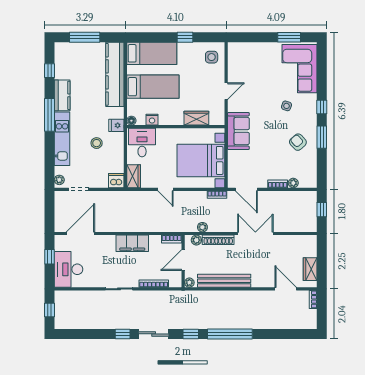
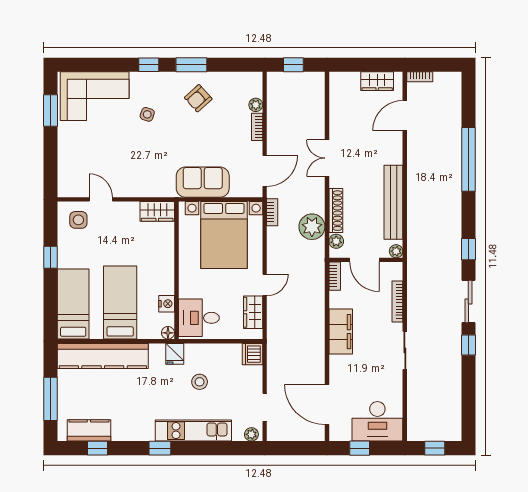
door: (226, 91) -> (101, 199), moved
kitchen counter: (62, 95) -> (89, 430), moved
window: (49, 115) -> (160, 448), width x0.46
wardrobe: (196, 118) -> (157, 211), moved, turned -90
sofa: (238, 131) -> (203, 182), moved
wardrobe: (134, 176) -> (253, 312), moved, turned -90
plant: (202, 227) -> (312, 227), width x1.88, depth x1.88
double door: (255, 234) -> (327, 158), width x0.73
window: (230, 334) -> (468, 159), moved

